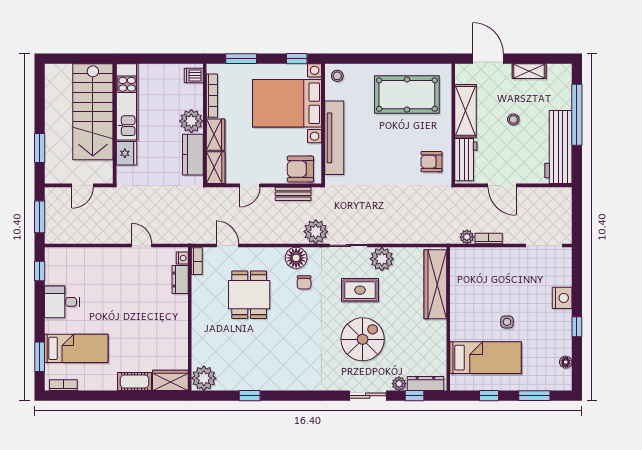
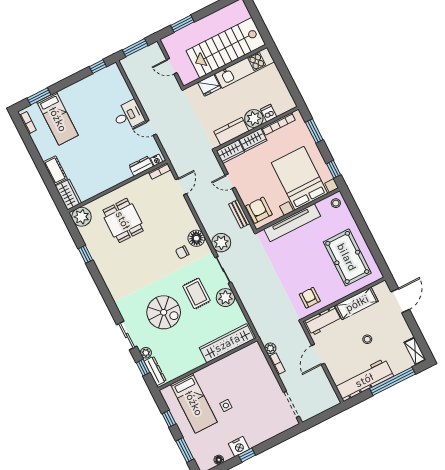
shelving: (529, 71) -> (415, 351), moved
dishwasher: (194, 75) -> (269, 113), moved
door: (142, 245) -> (151, 128), swing flipped
dining table: (249, 295) -> (123, 220), moved, turned 90
nightstand: (562, 298) -> (239, 447), moved
desk: (62, 302) -> (128, 115), moved, turned 90

